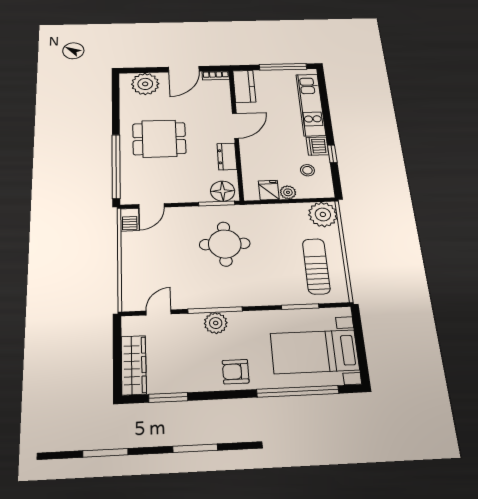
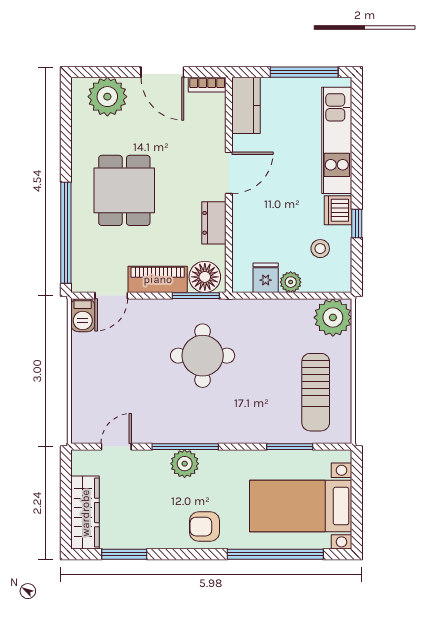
door: (184, 69) -> (162, 72), hinge flipped
dining table: (159, 139) -> (124, 190), turned 90
piano: (187, 194) -> (158, 279), added
sun lounger: (316, 266) -> (316, 392), turned 180

